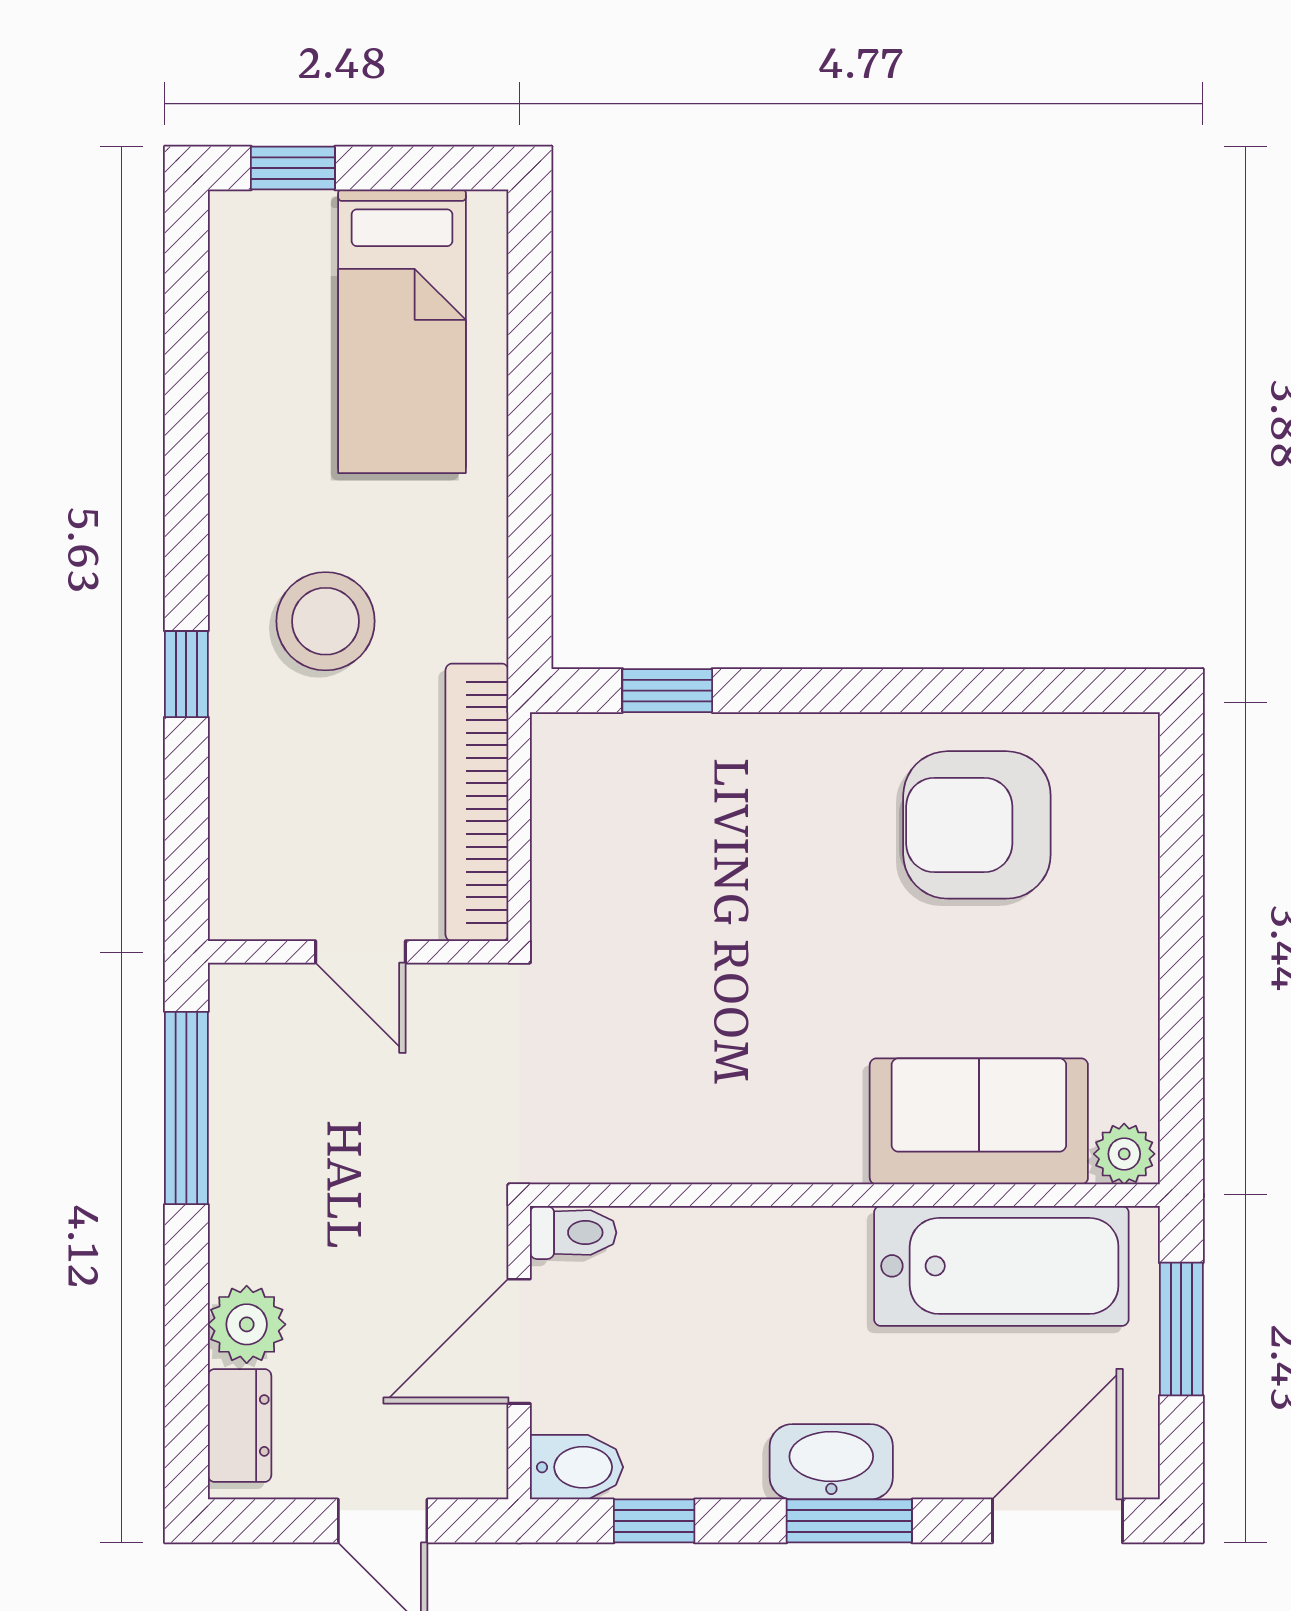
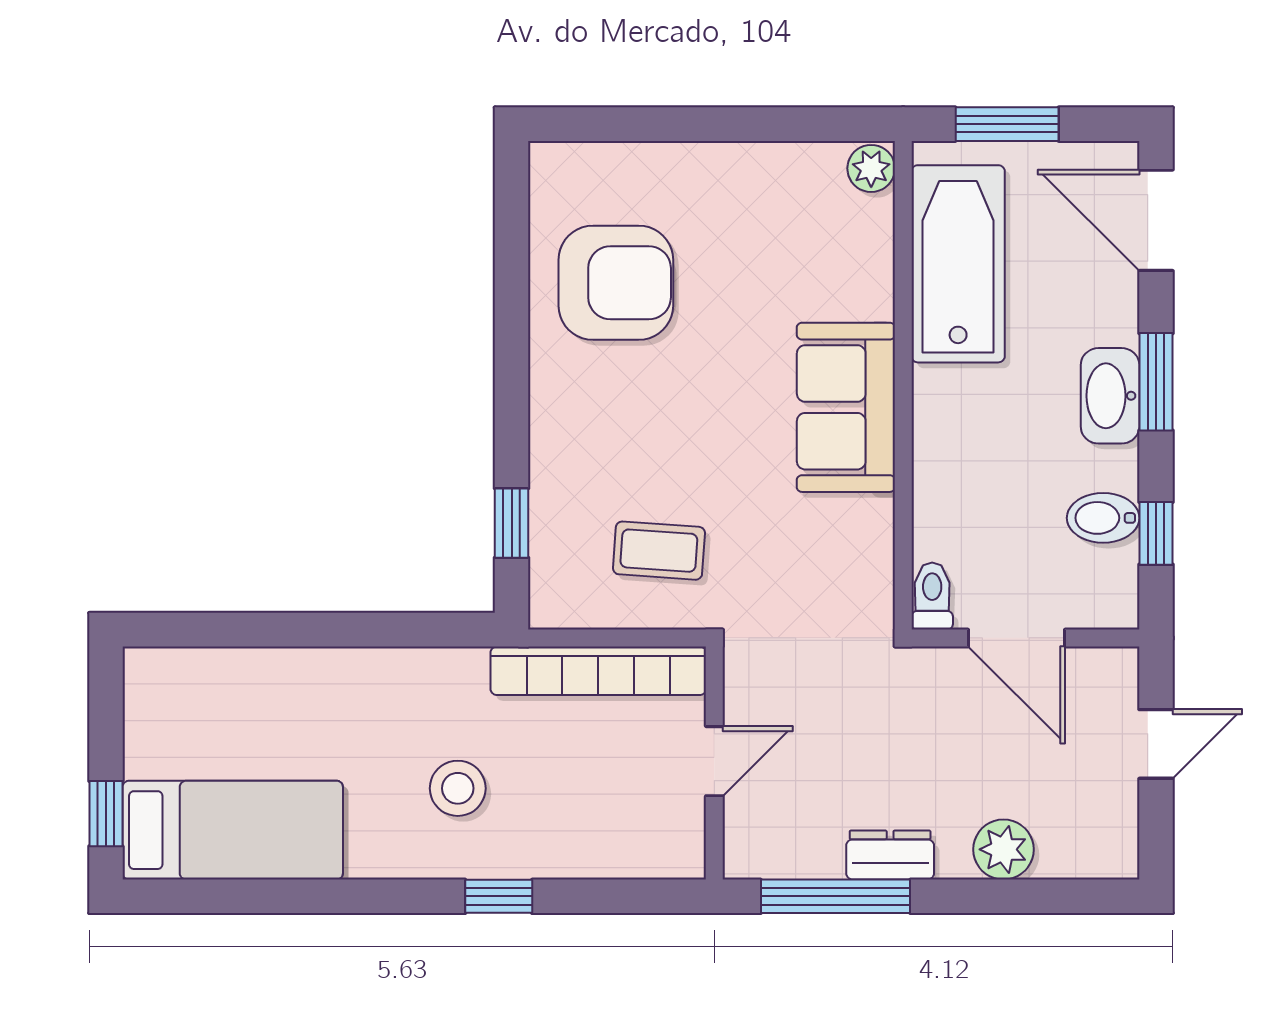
bed: (402, 331) -> (233, 830), moved
stool: (326, 621) -> (458, 788), width x0.73, depth x0.73
armchair: (977, 825) -> (616, 283), turned -90
coffee table: (632, 881) -> (659, 551), added
sofa: (979, 1121) -> (846, 407), moved
dresser: (240, 1425) -> (890, 855), moved
bidet: (577, 1467) -> (1103, 518), moved, turned -90

